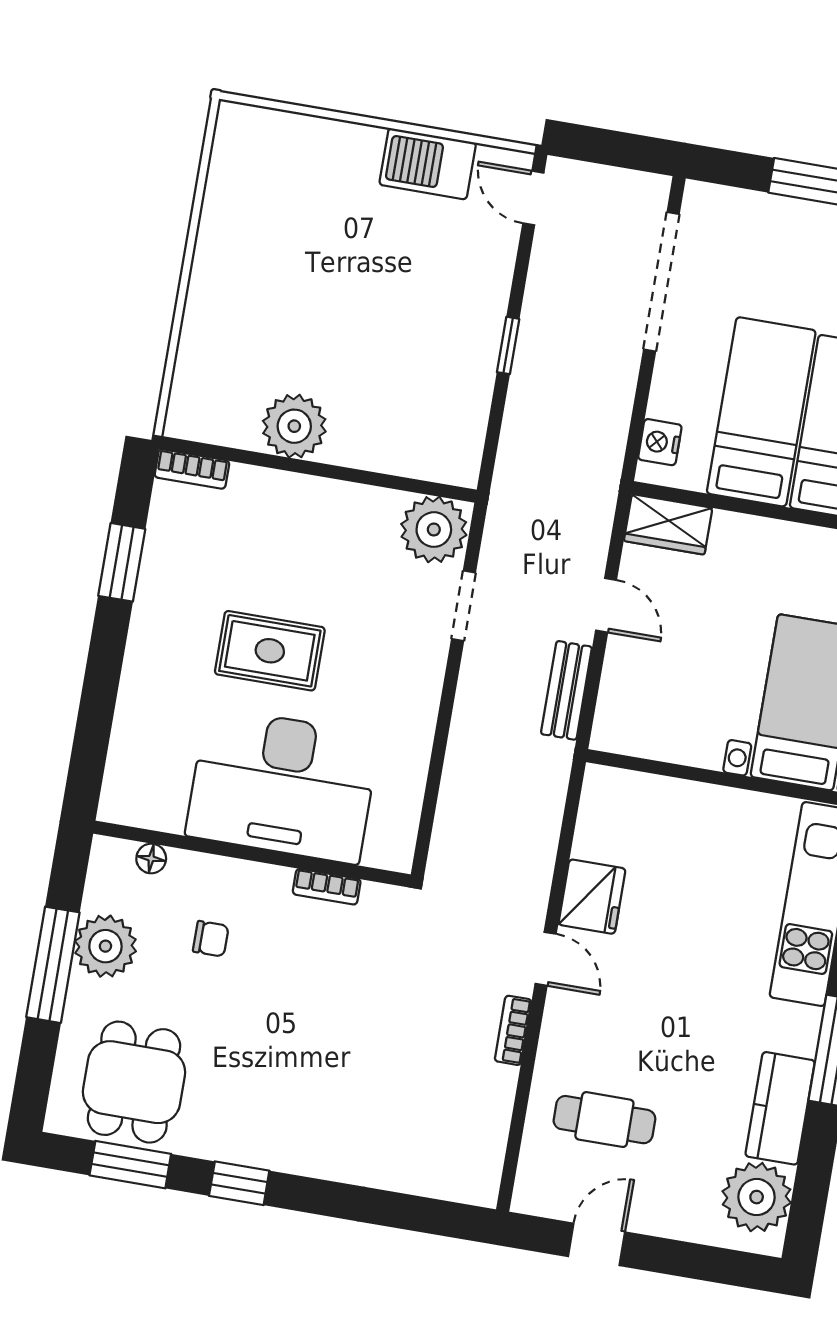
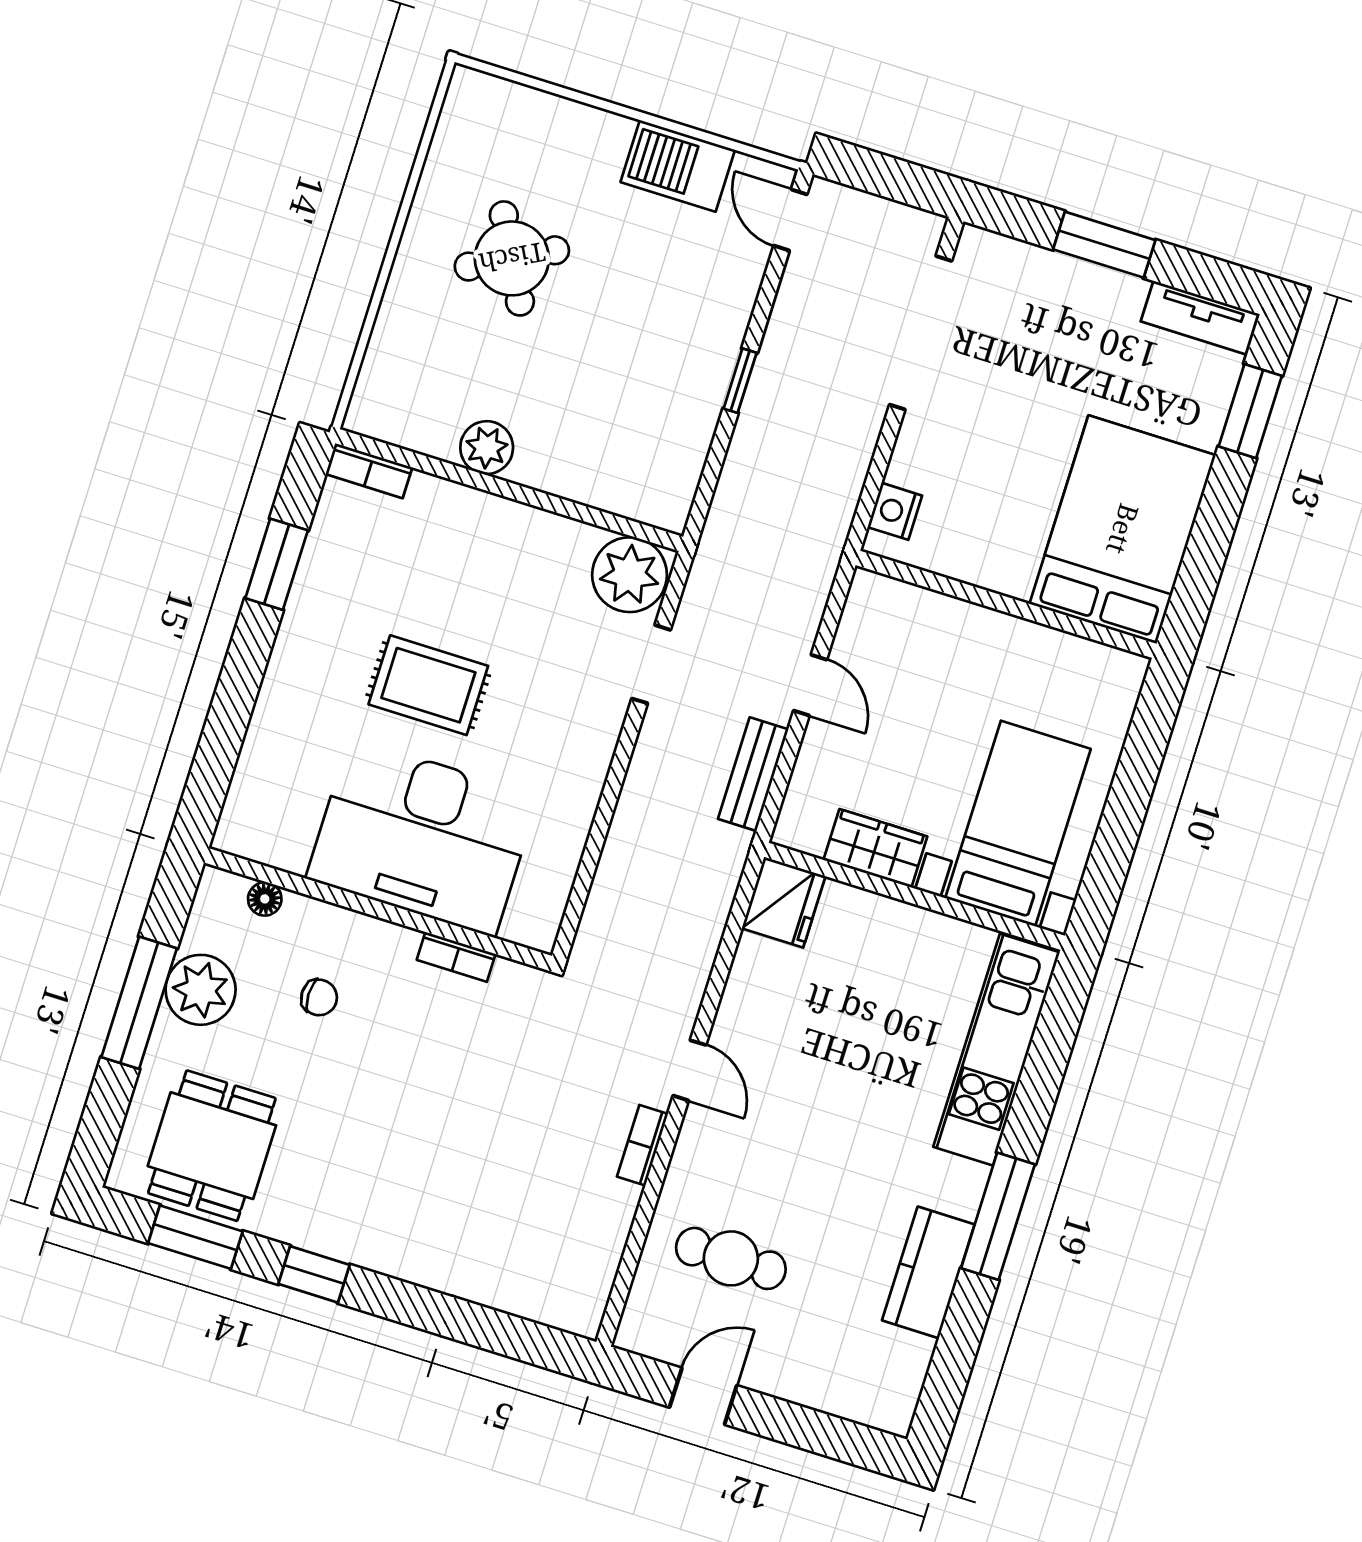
round table: (293, 265) -> (512, 258), added
bed: (761, 412) -> (1012, 493), removed
plant: (294, 426) -> (487, 448), width x0.73, depth x0.73
wardrobe: (668, 524) -> (875, 848), moved, turned 180
fridge: (592, 897) -> (784, 902), moved
plant: (757, 1197) -> (889, 1368), removed

